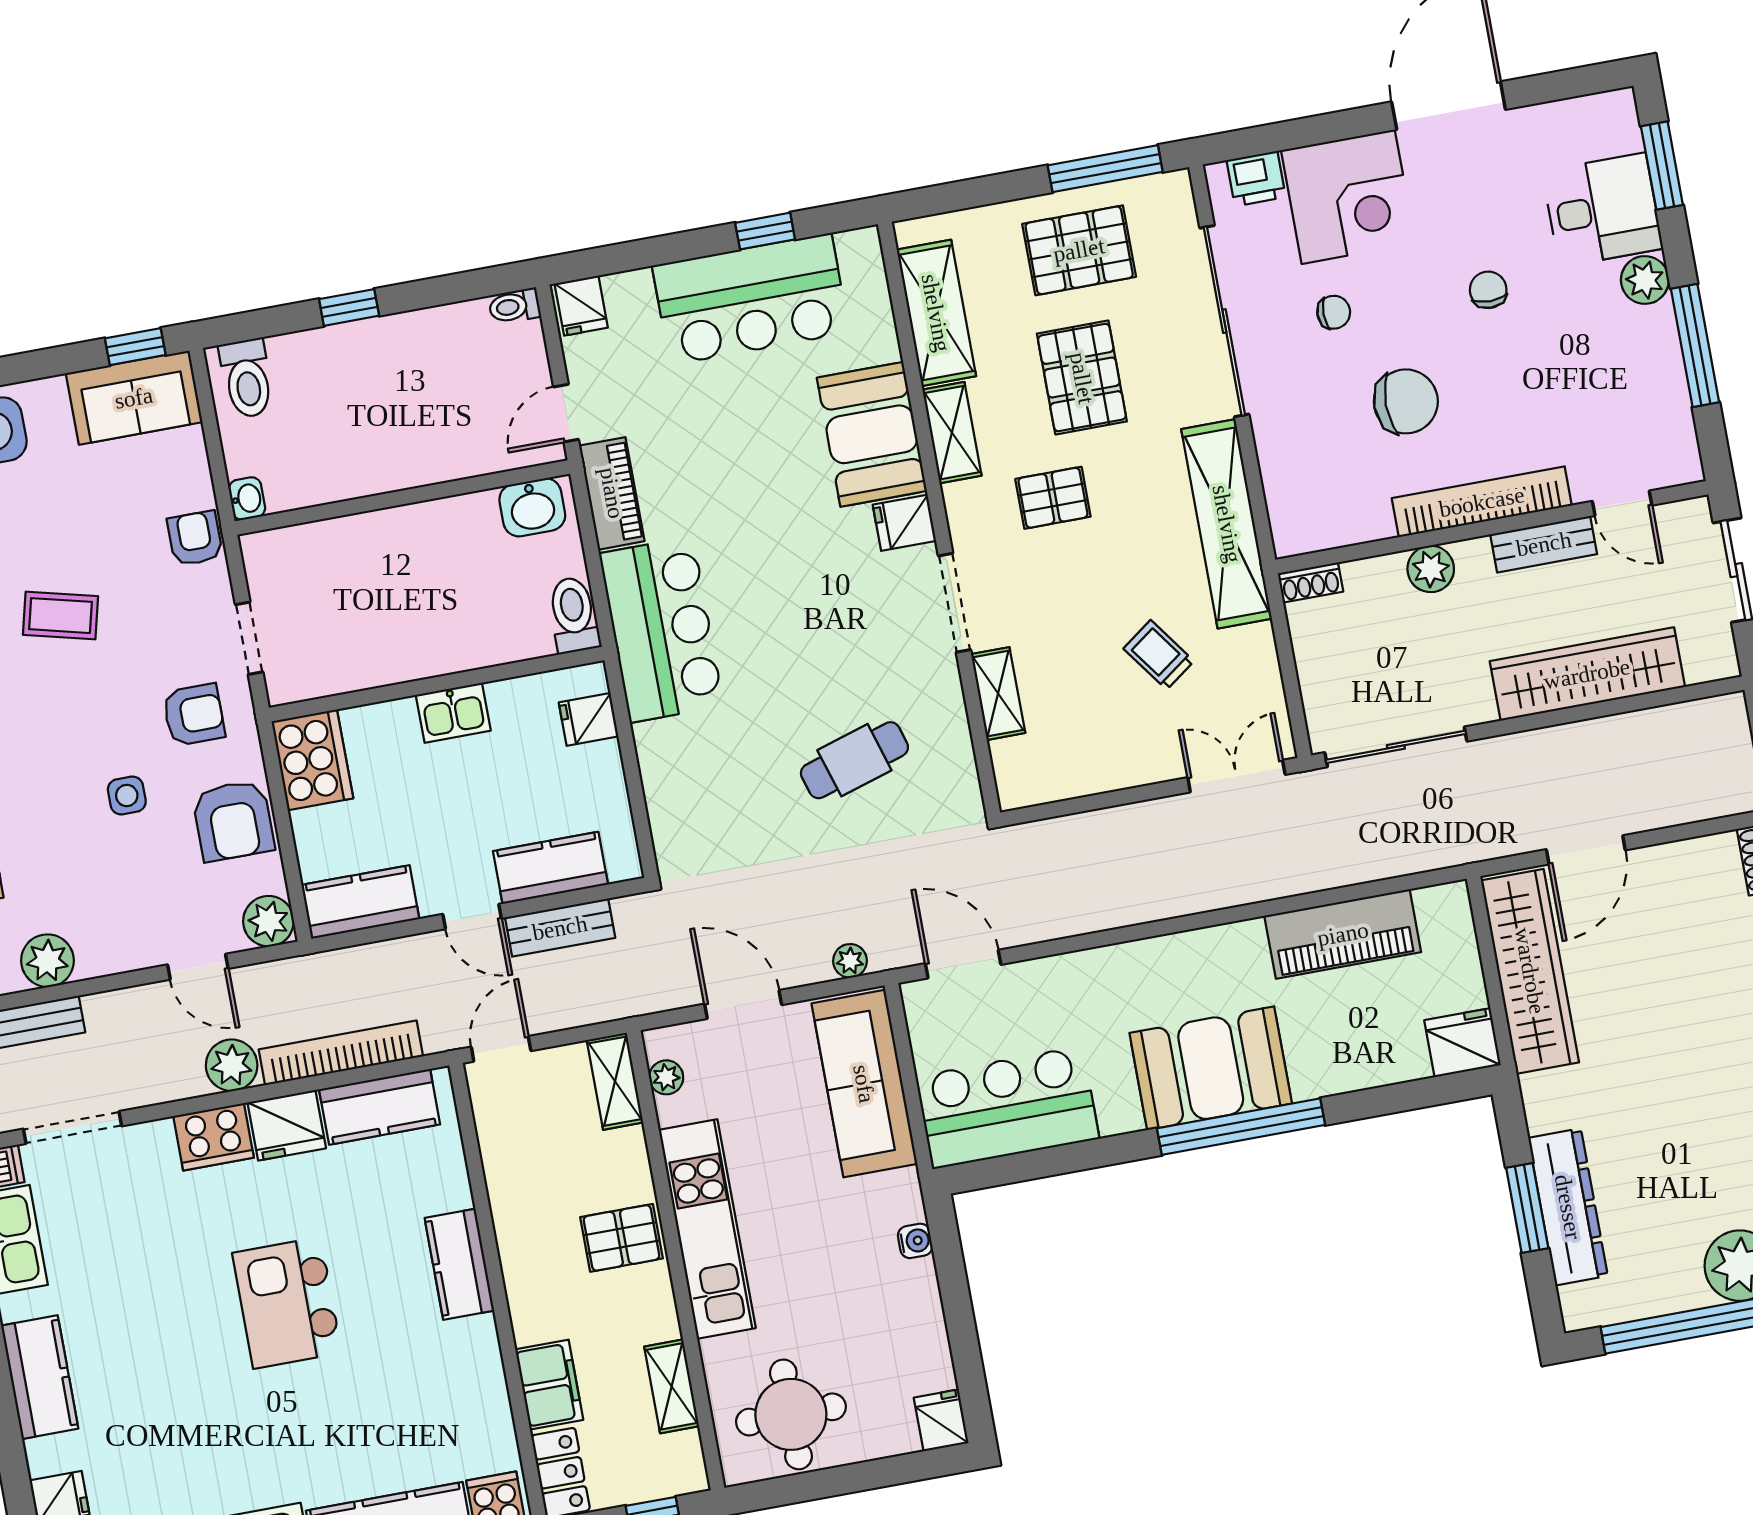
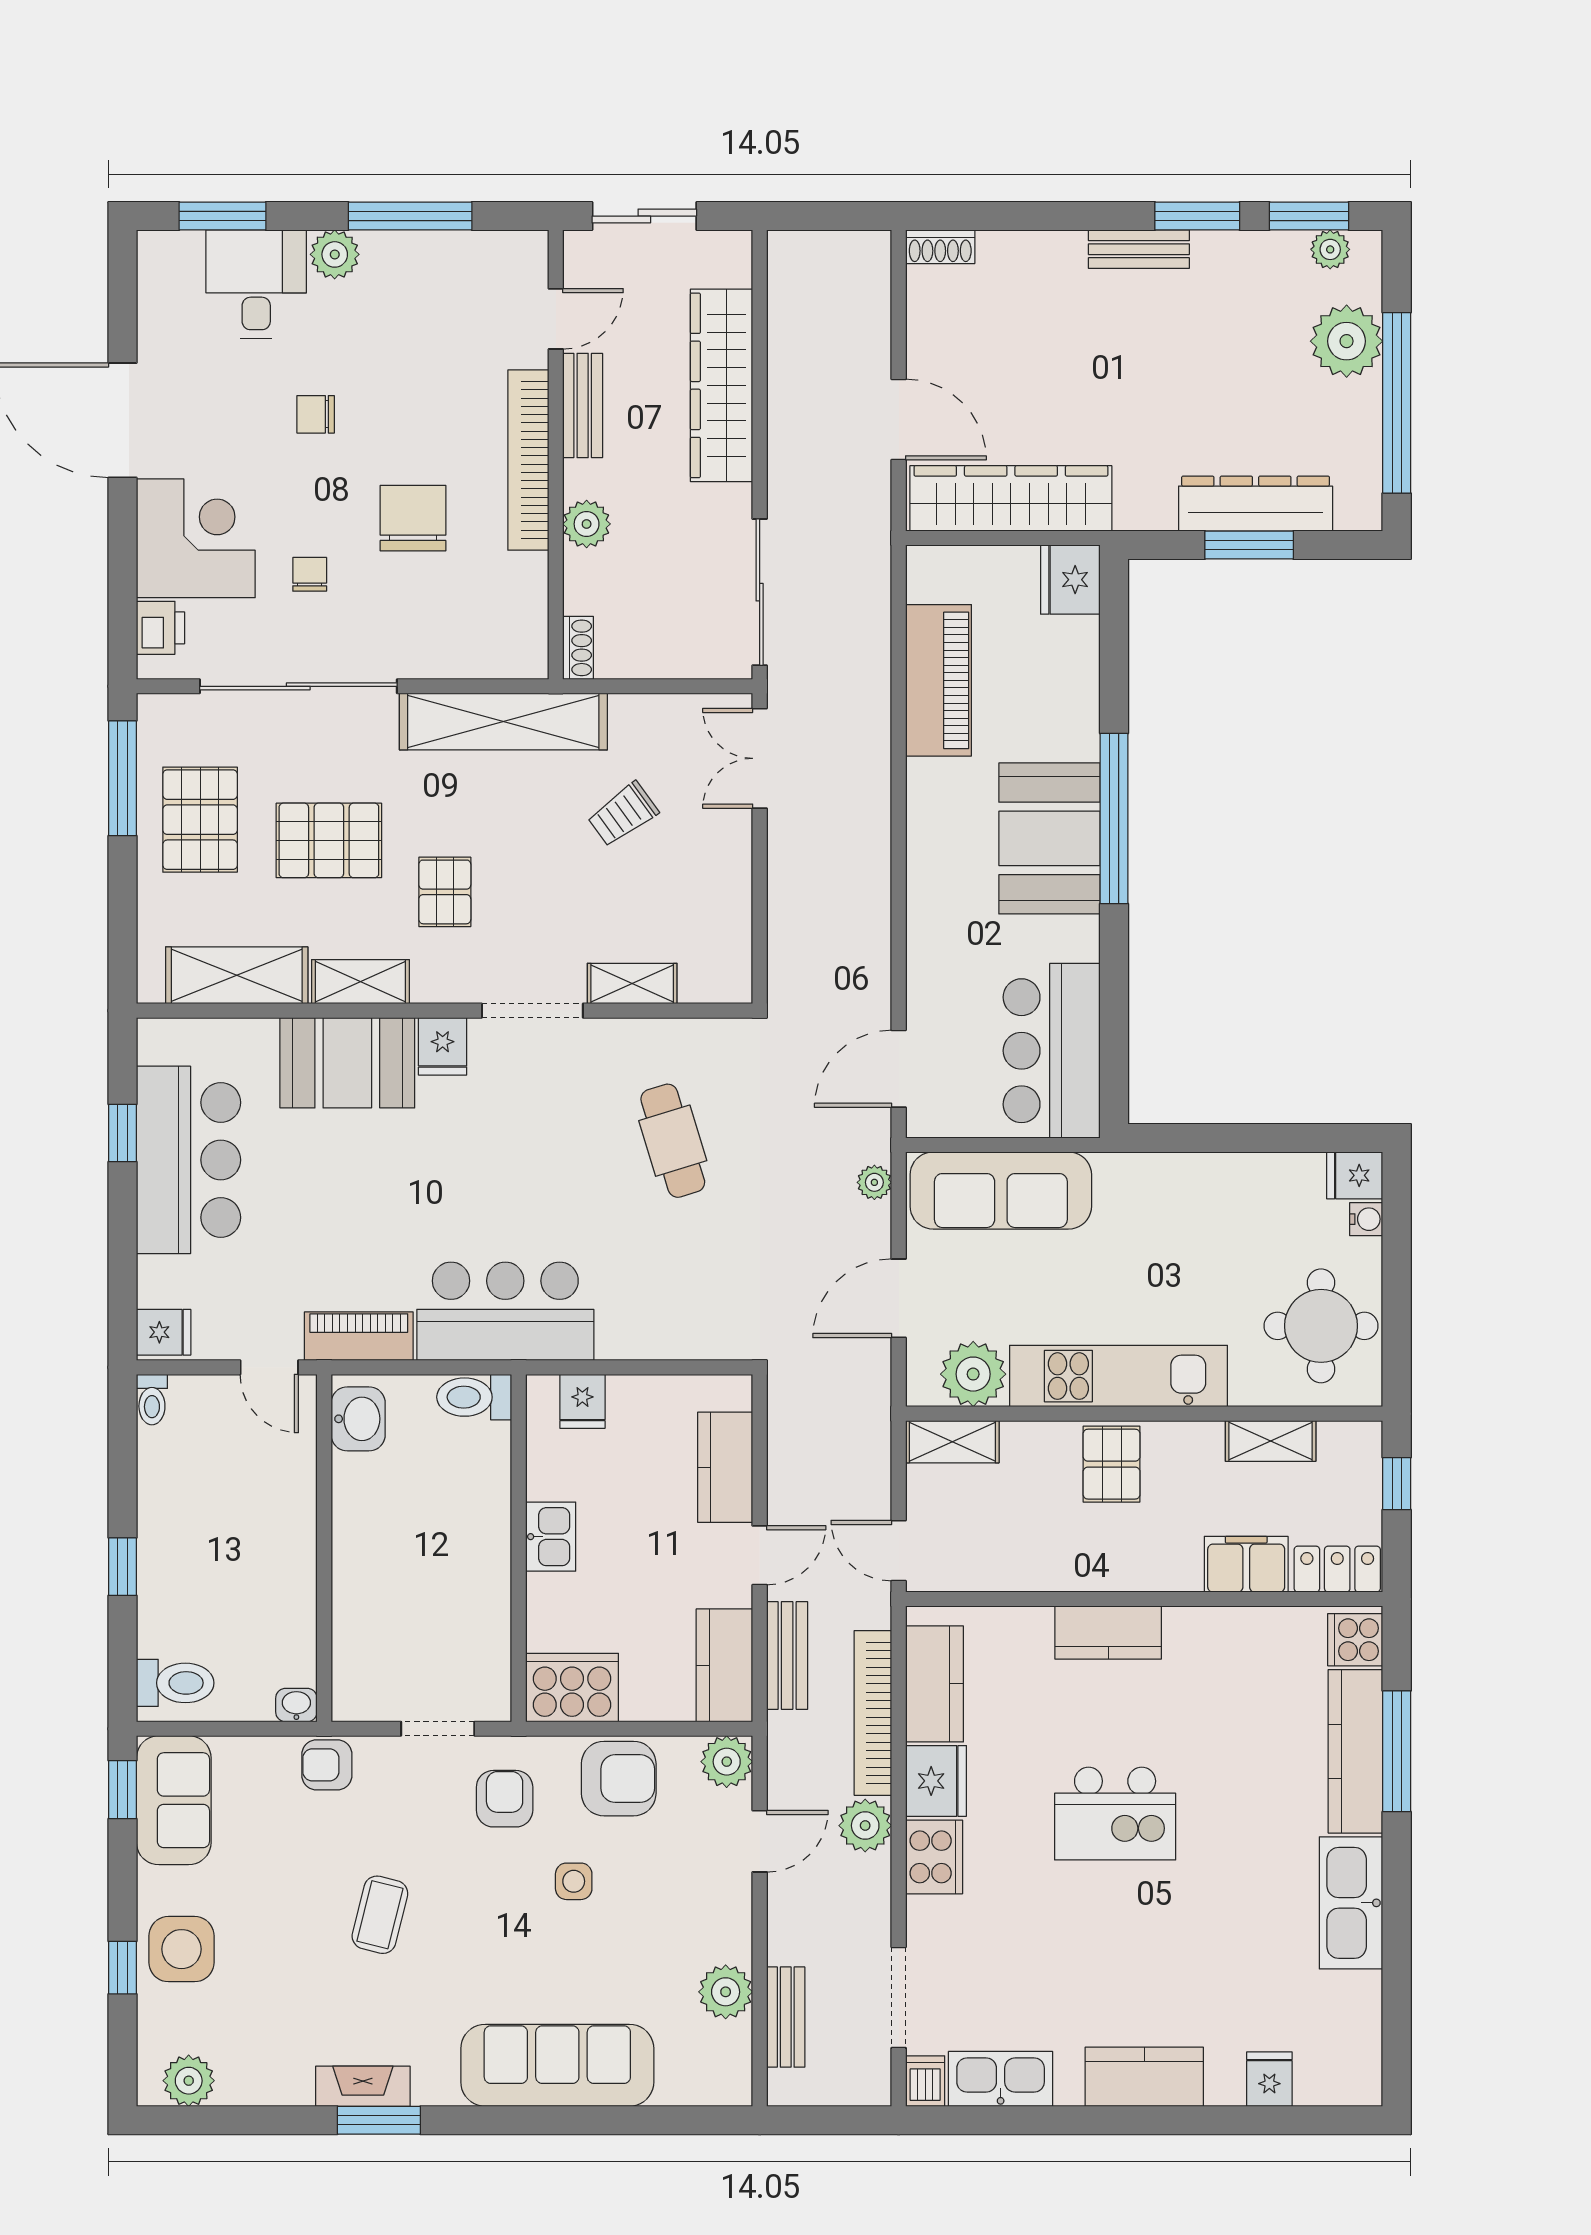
bench: (560, 928) -> (787, 1655), moved
plant: (666, 1077) -> (973, 1374), width x1.88, depth x1.88
water cooler: (915, 1241) -> (1366, 1219), moved, turned 90

